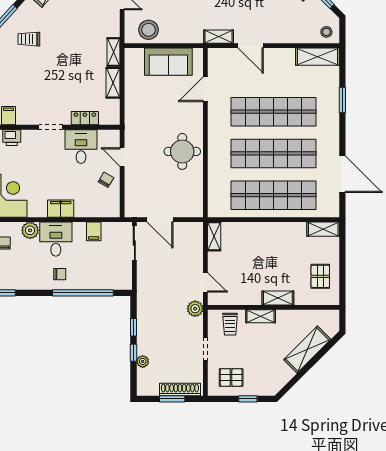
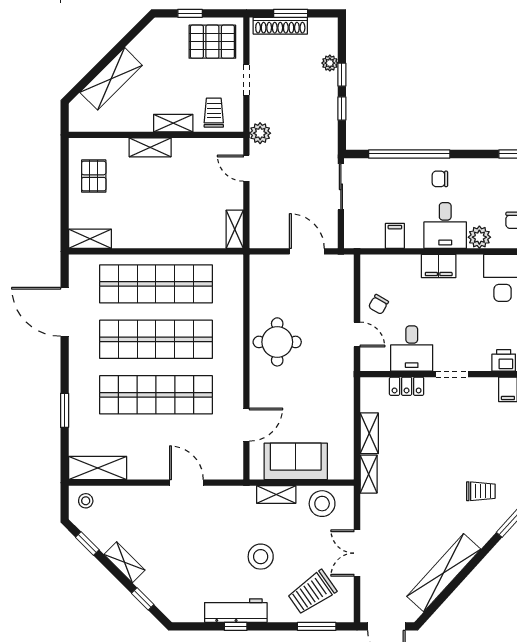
shelving: (219, 37) -> (276, 494), moved
sliding door: (134, 243) -> (341, 187), moved
pallet: (231, 377) -> (212, 42), width x1.50, depth x1.42

